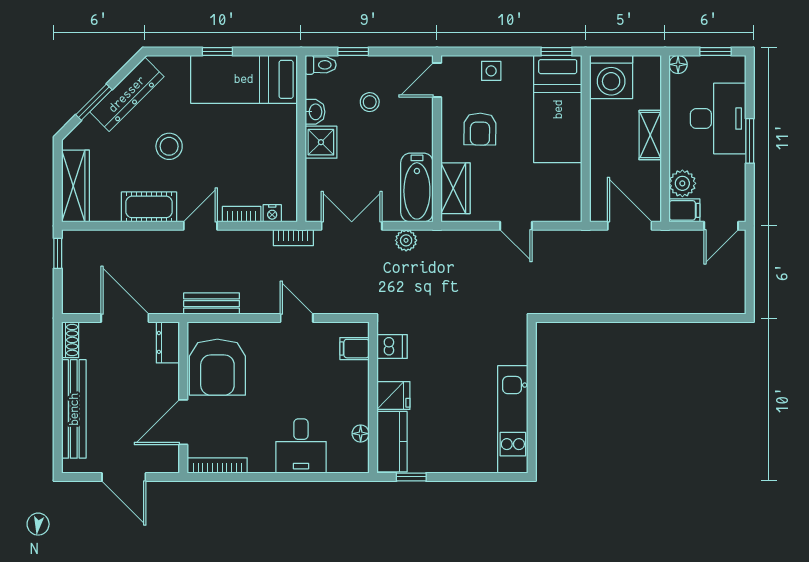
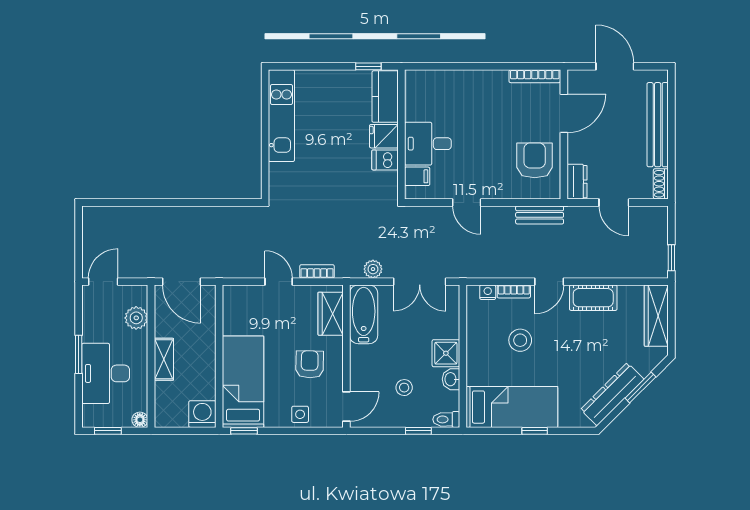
washing machine: (611, 77) -> (202, 414), width x0.73, depth x0.73
stool: (169, 146) -> (520, 340), moved
filing cabinet: (684, 210) -> (135, 295), removed
bookcase: (293, 238) -> (317, 271), moved
door: (125, 318) -> (614, 203), width x0.73
dishwasher: (392, 346) -> (385, 160), moved
armchair: (217, 367) -> (535, 160), width x0.73, depth x0.73
floor lamp: (361, 434) -> (412, 104), removed
desk: (301, 446) -> (428, 144), moved, turned -90

